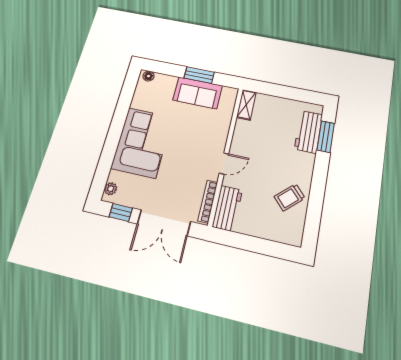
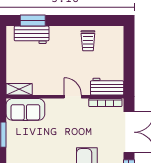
sofa: (198, 93) -> (25, 109), moved, turned 90
trolley: (290, 197) -> (88, 41), turned 43

